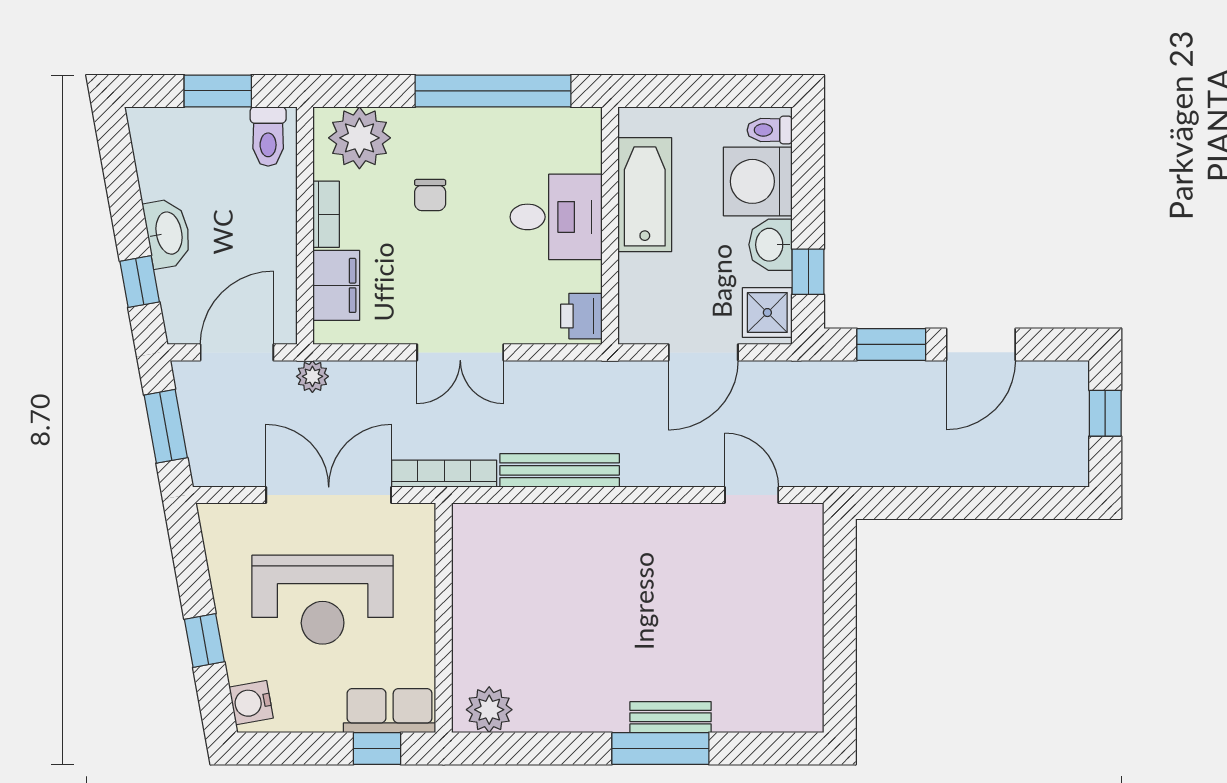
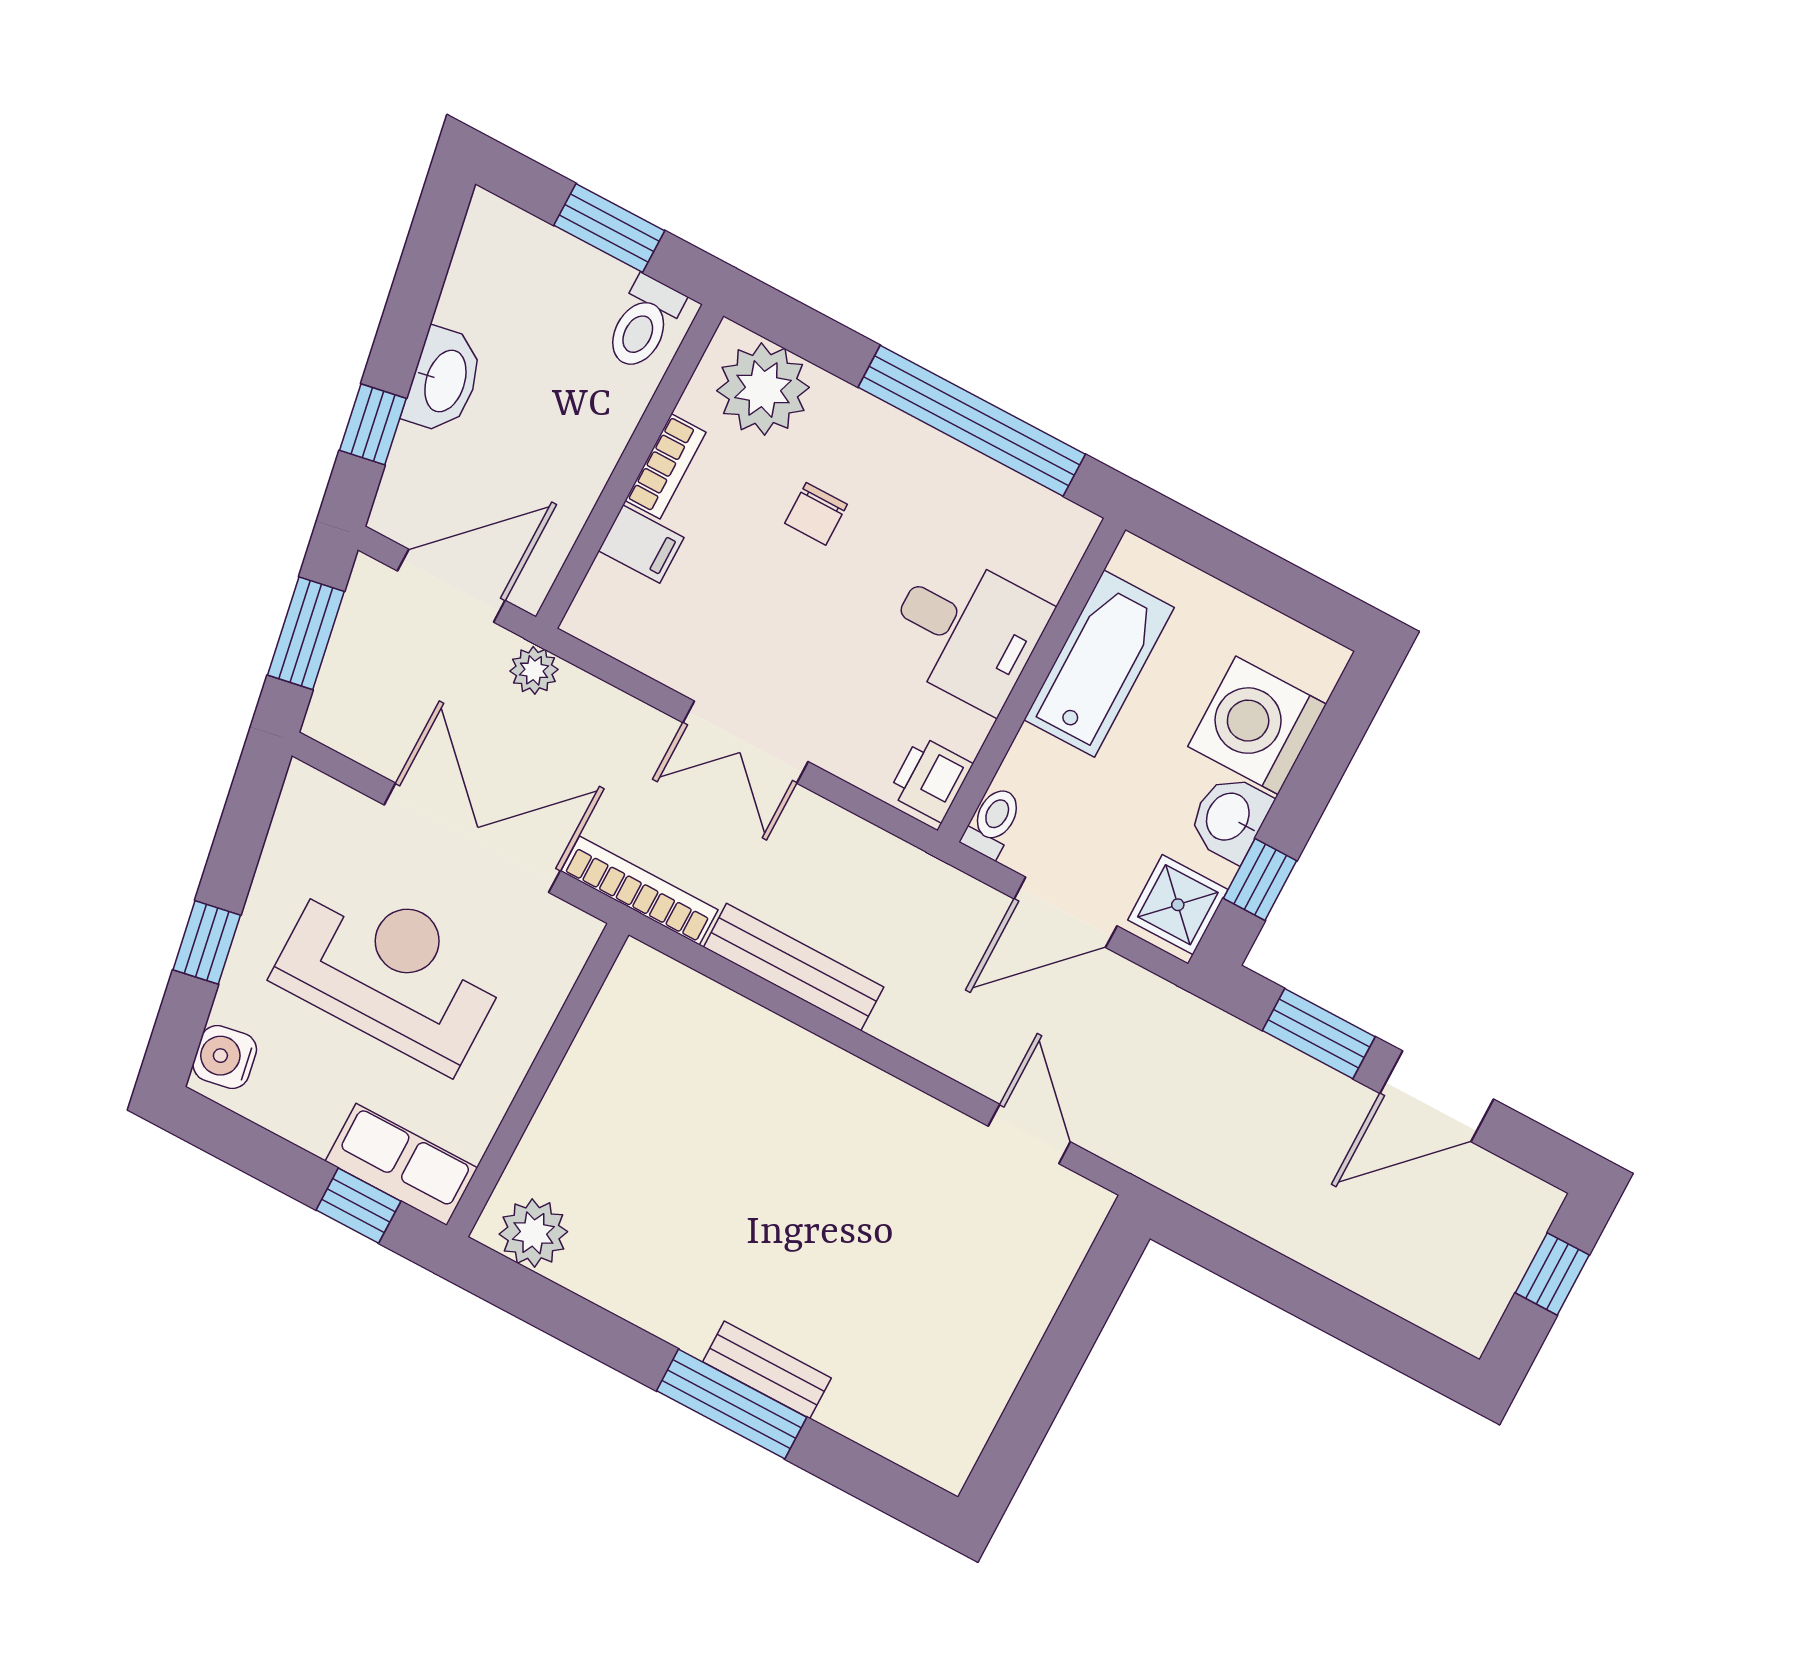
toilet: (770, 130) -> (993, 822), moved, turned 90
filing cabinet: (336, 285) -> (641, 544), width x0.50
reception desk: (323, 600) -> (391, 971), turned 180

